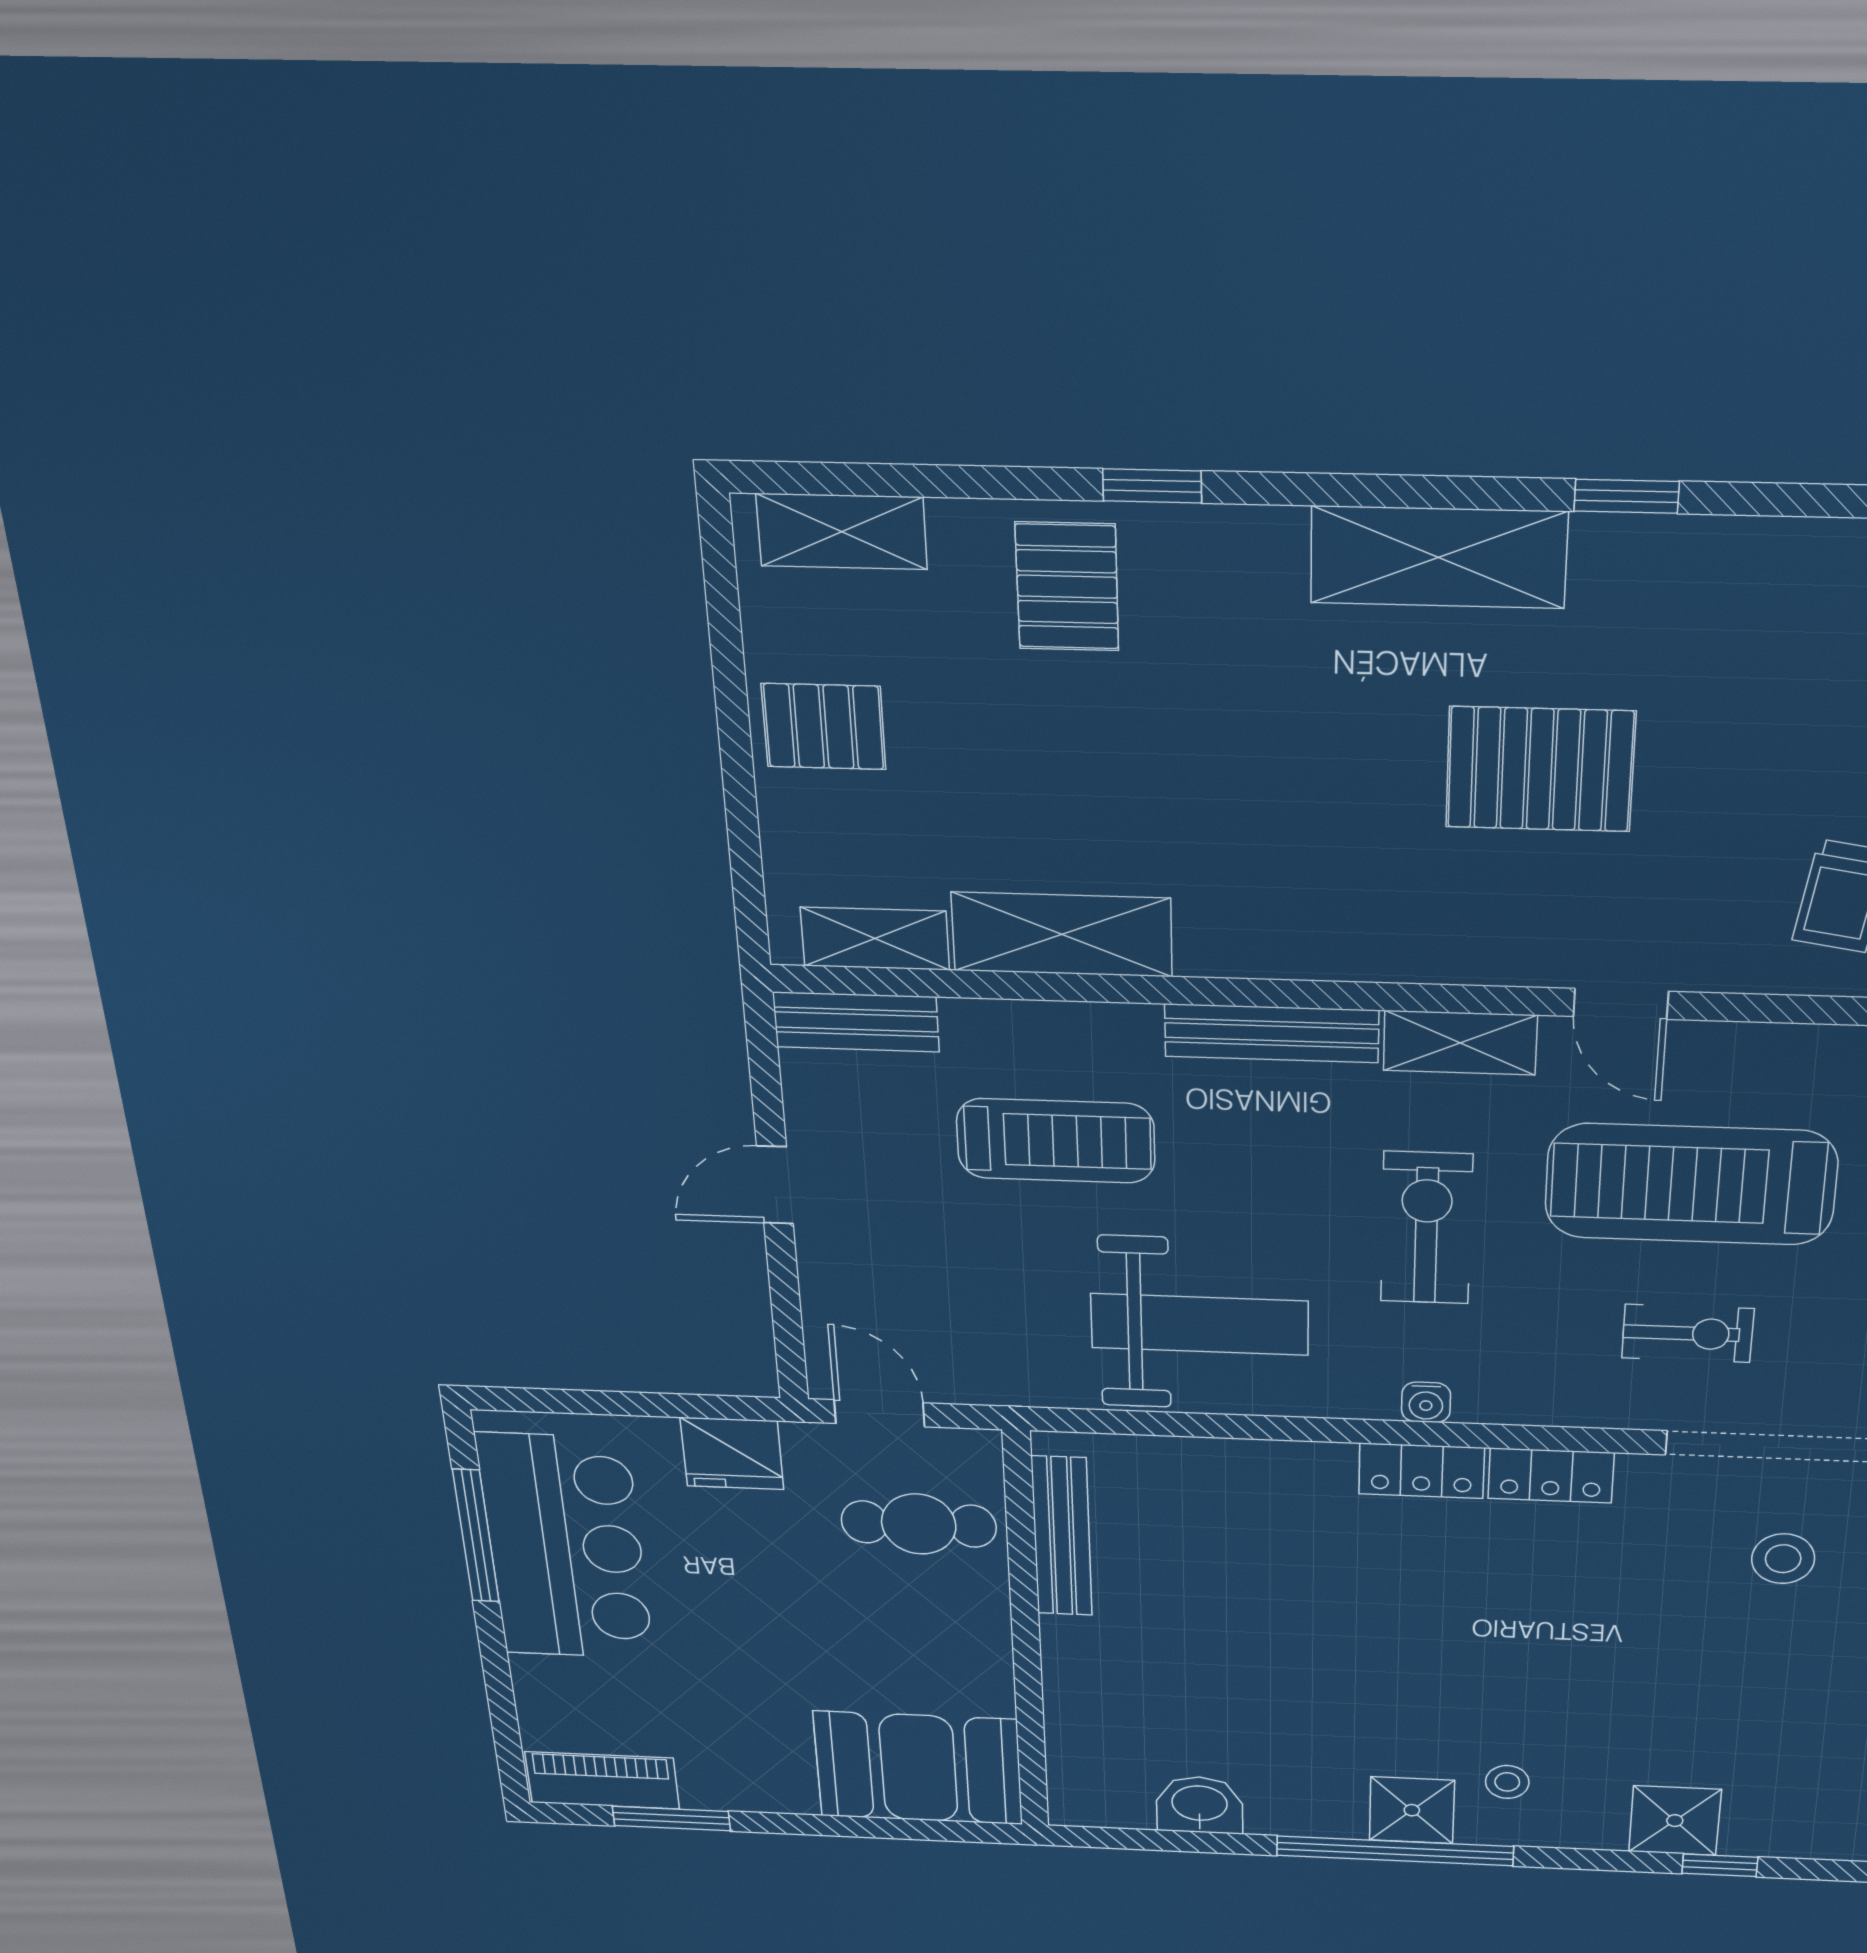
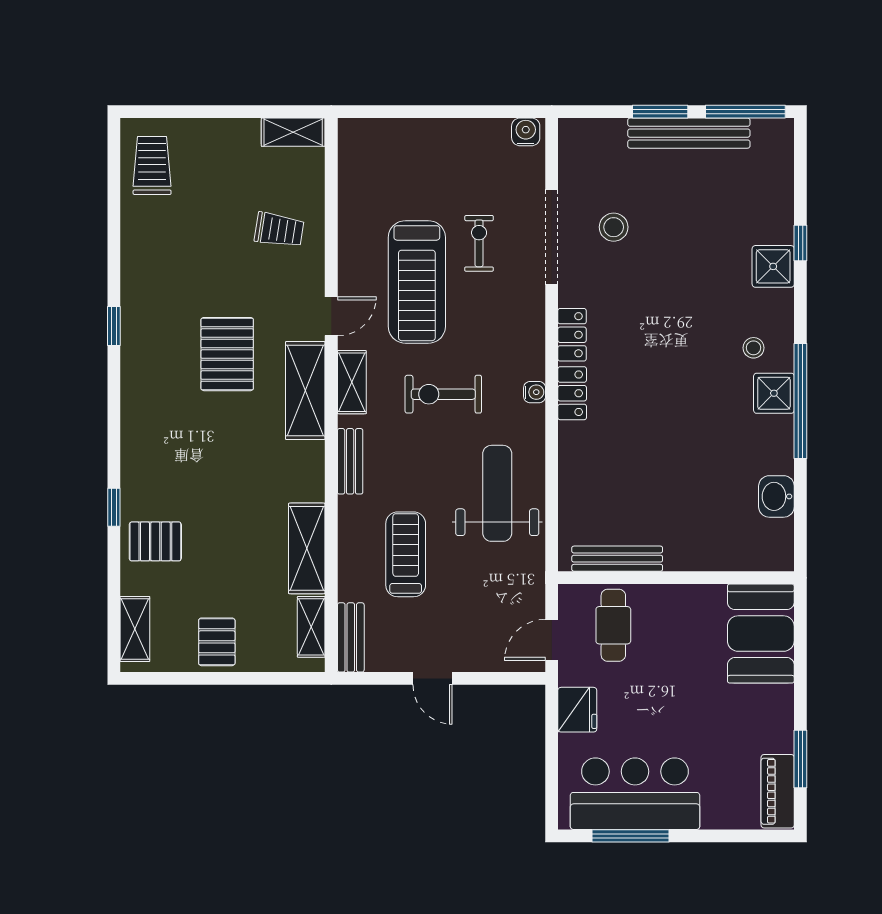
shelving: (1439, 557) -> (305, 391), moved
bench: (1272, 1033) -> (350, 461), width x0.73
exercise bike: (1688, 1333) -> (479, 243), moved

